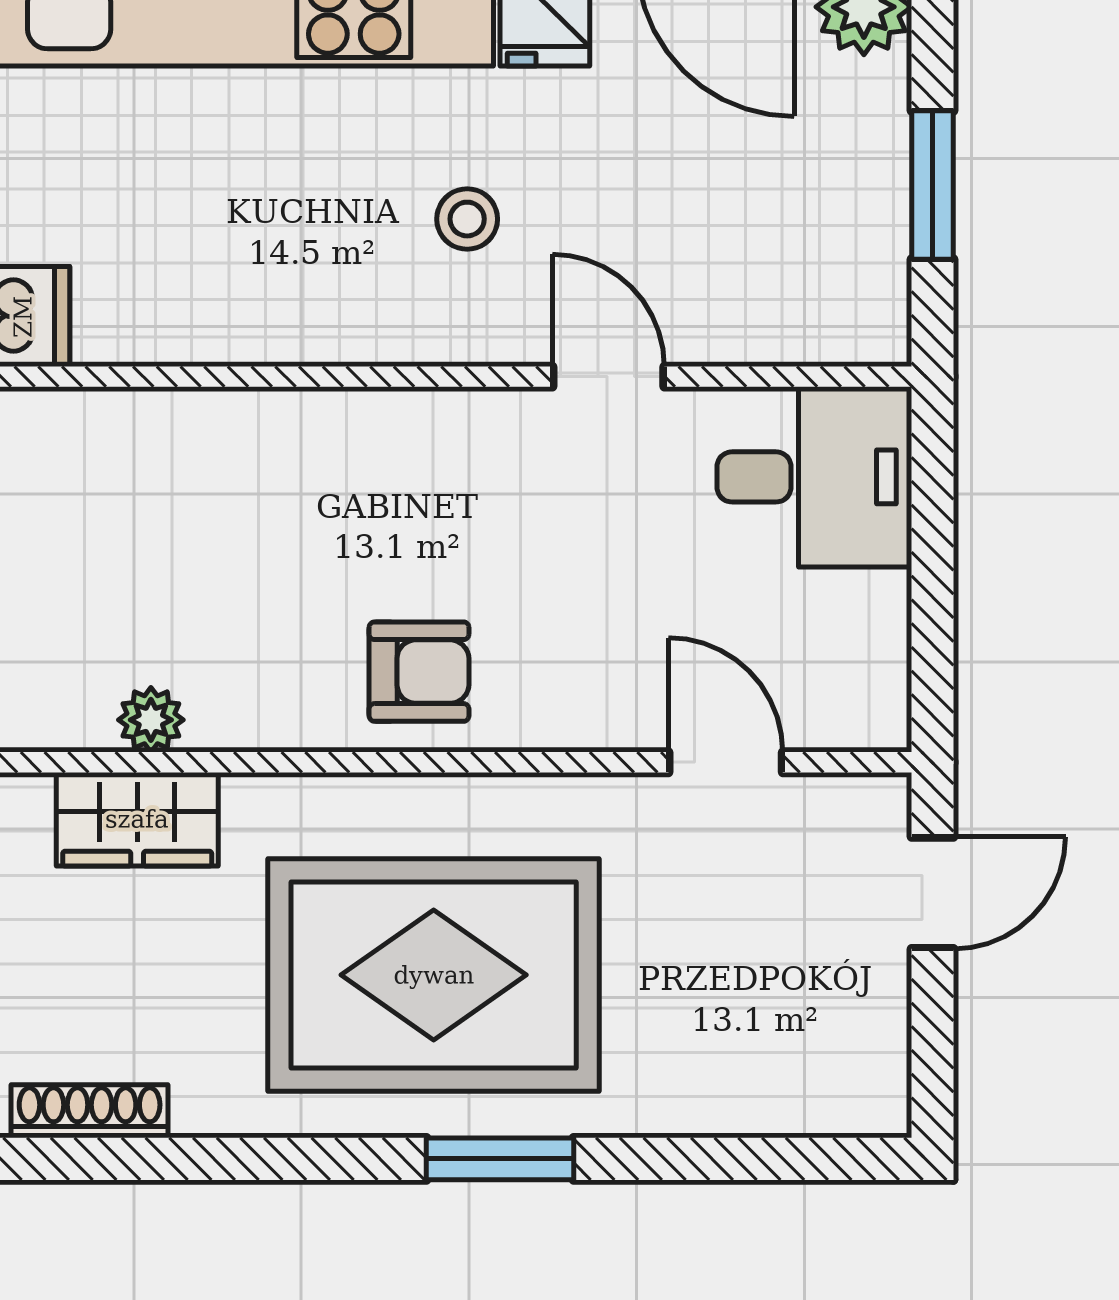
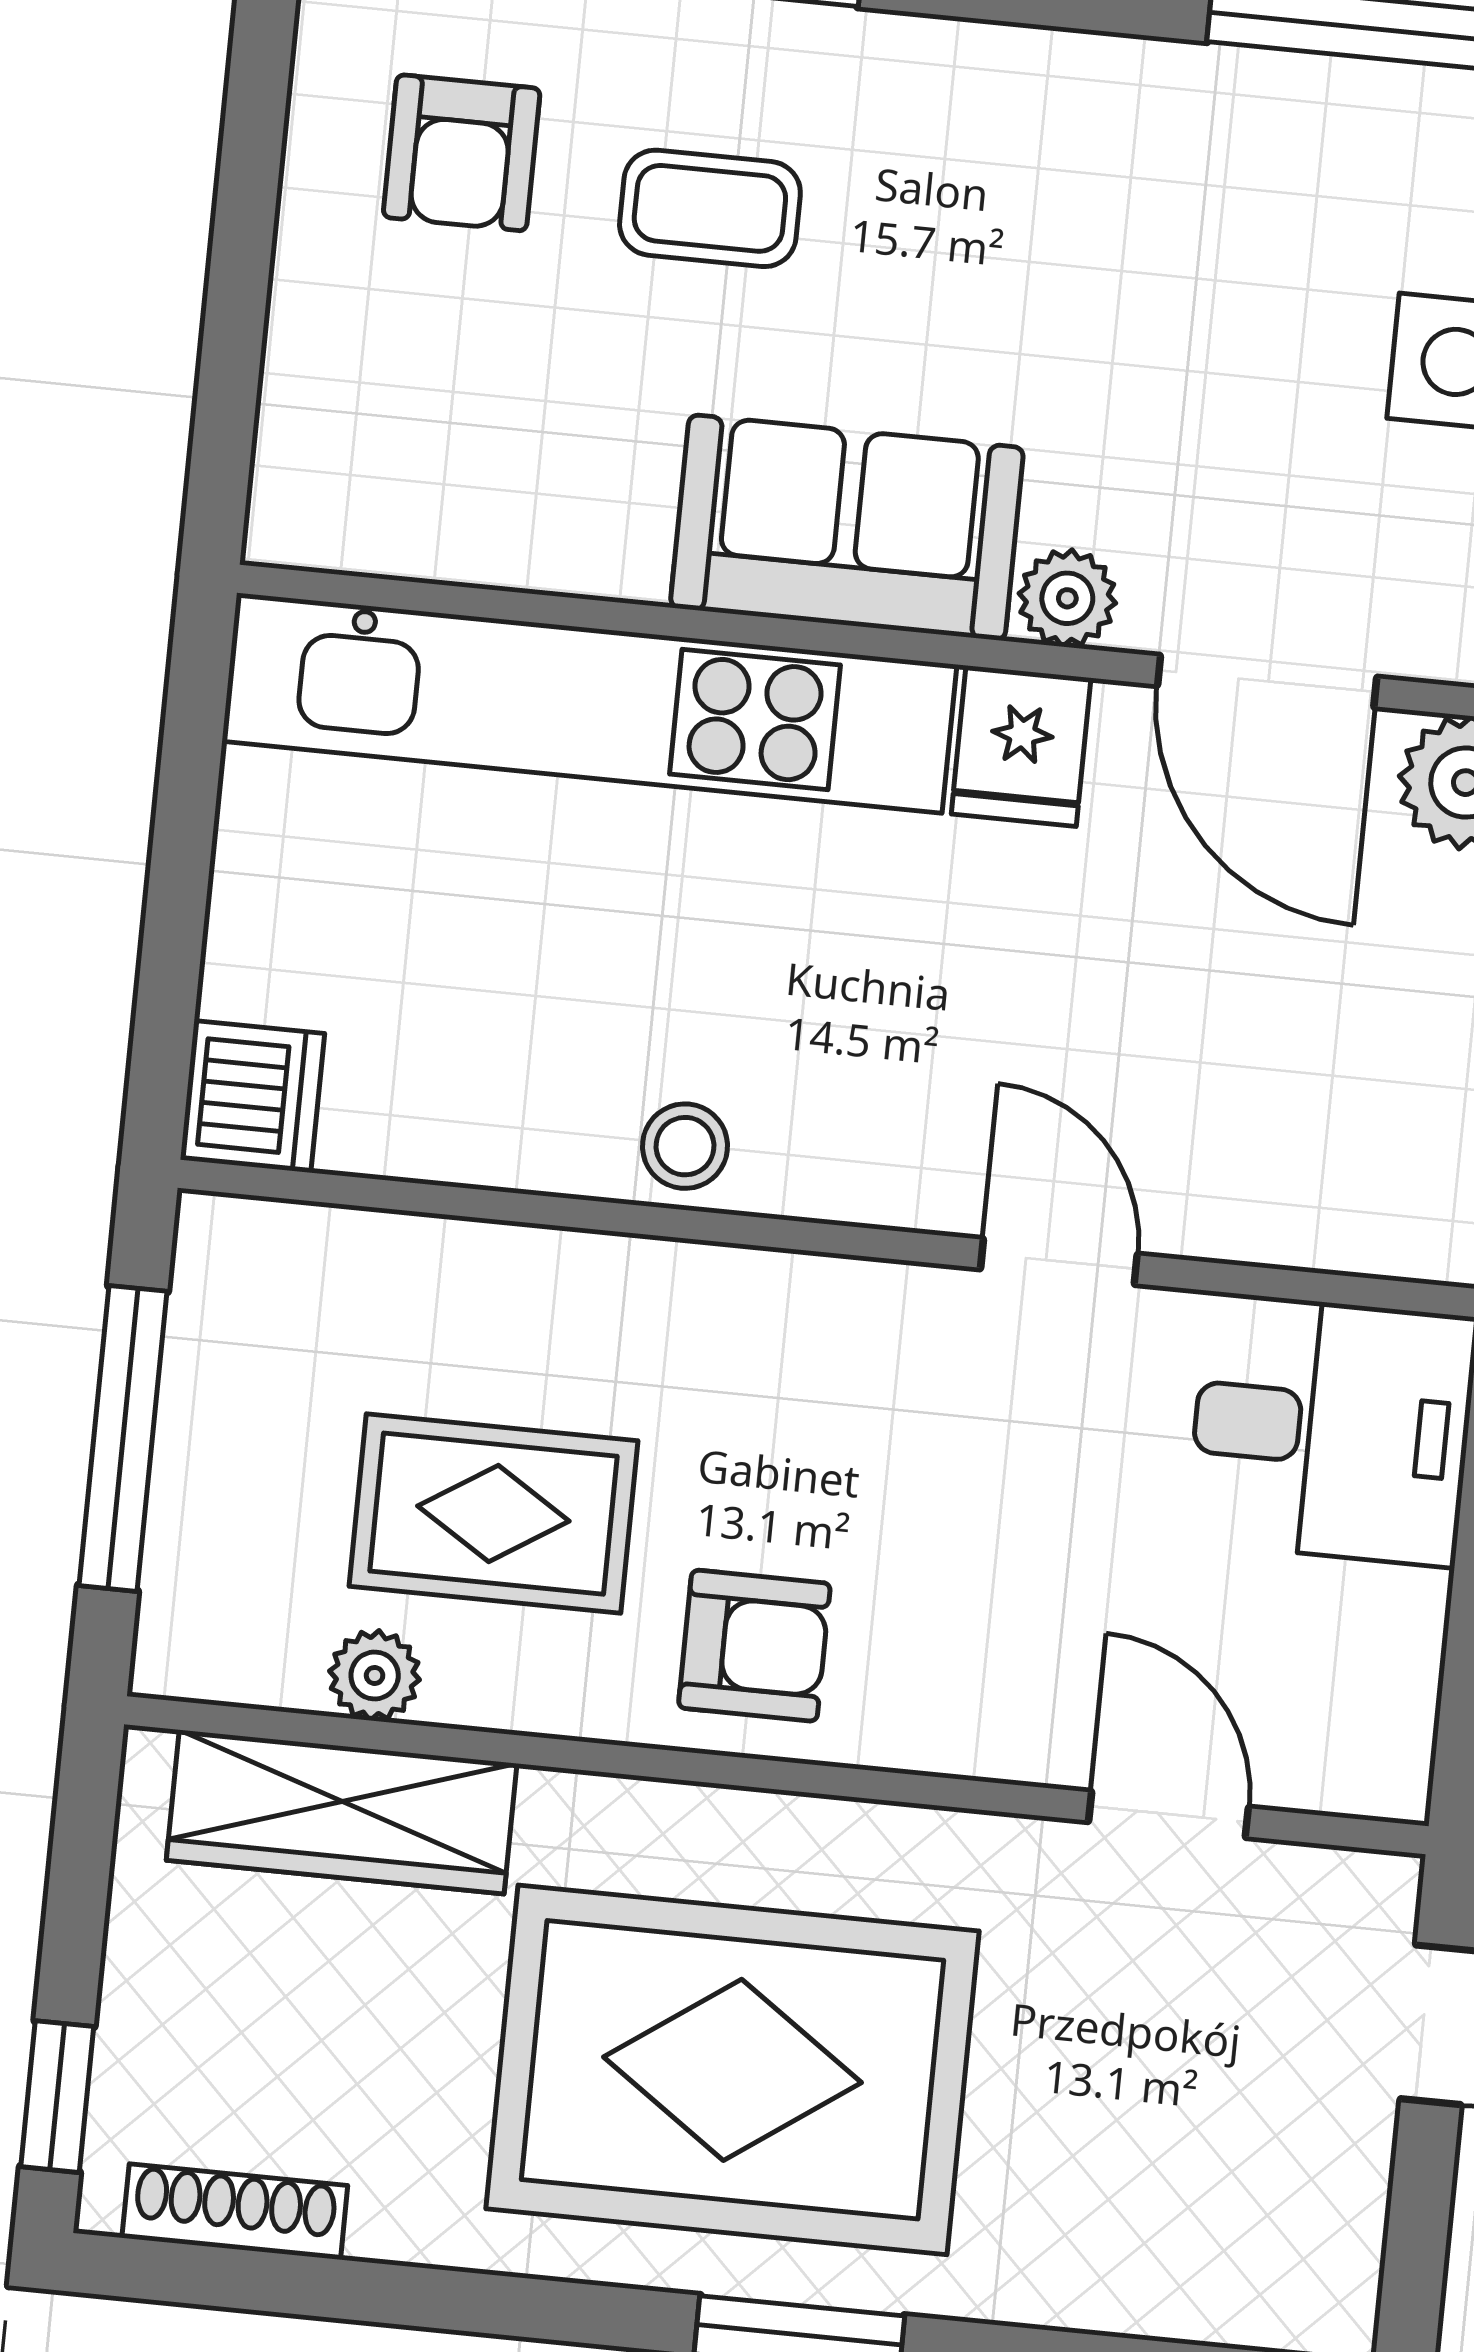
stool: (467, 219) -> (685, 1146), moved
rug: (224, 596) -> (493, 1514), added
wardrobe: (137, 819) -> (342, 1812), width x1.50

